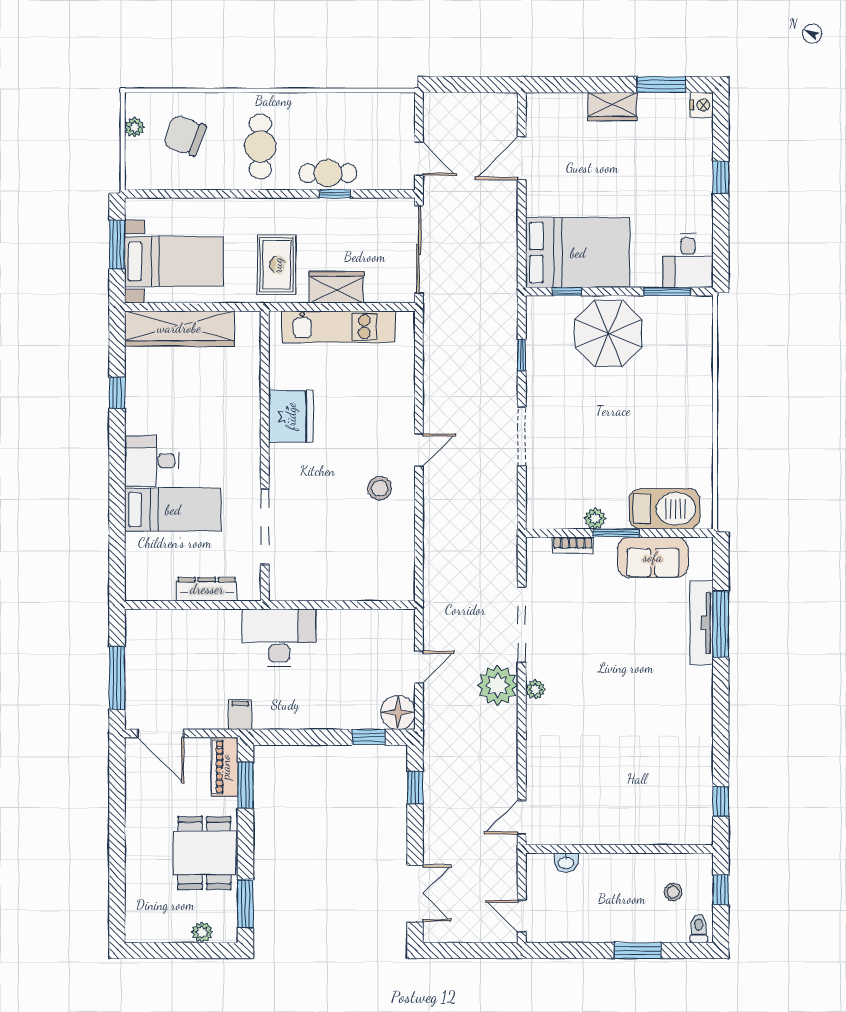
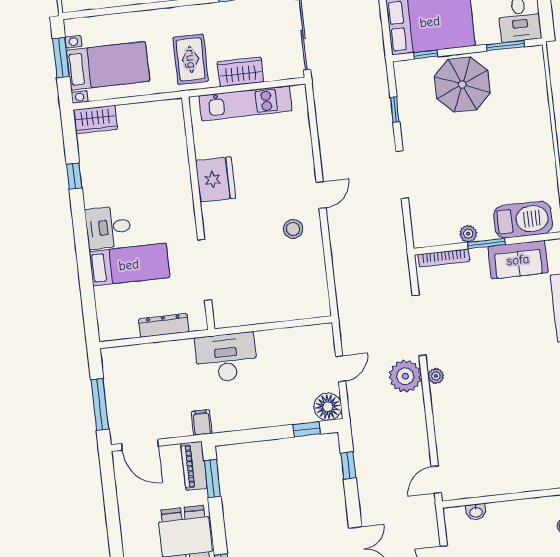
wardrobe: (179, 328) -> (95, 119), width x0.48, depth x0.85
bookcase: (573, 545) -> (444, 258), width x1.56

